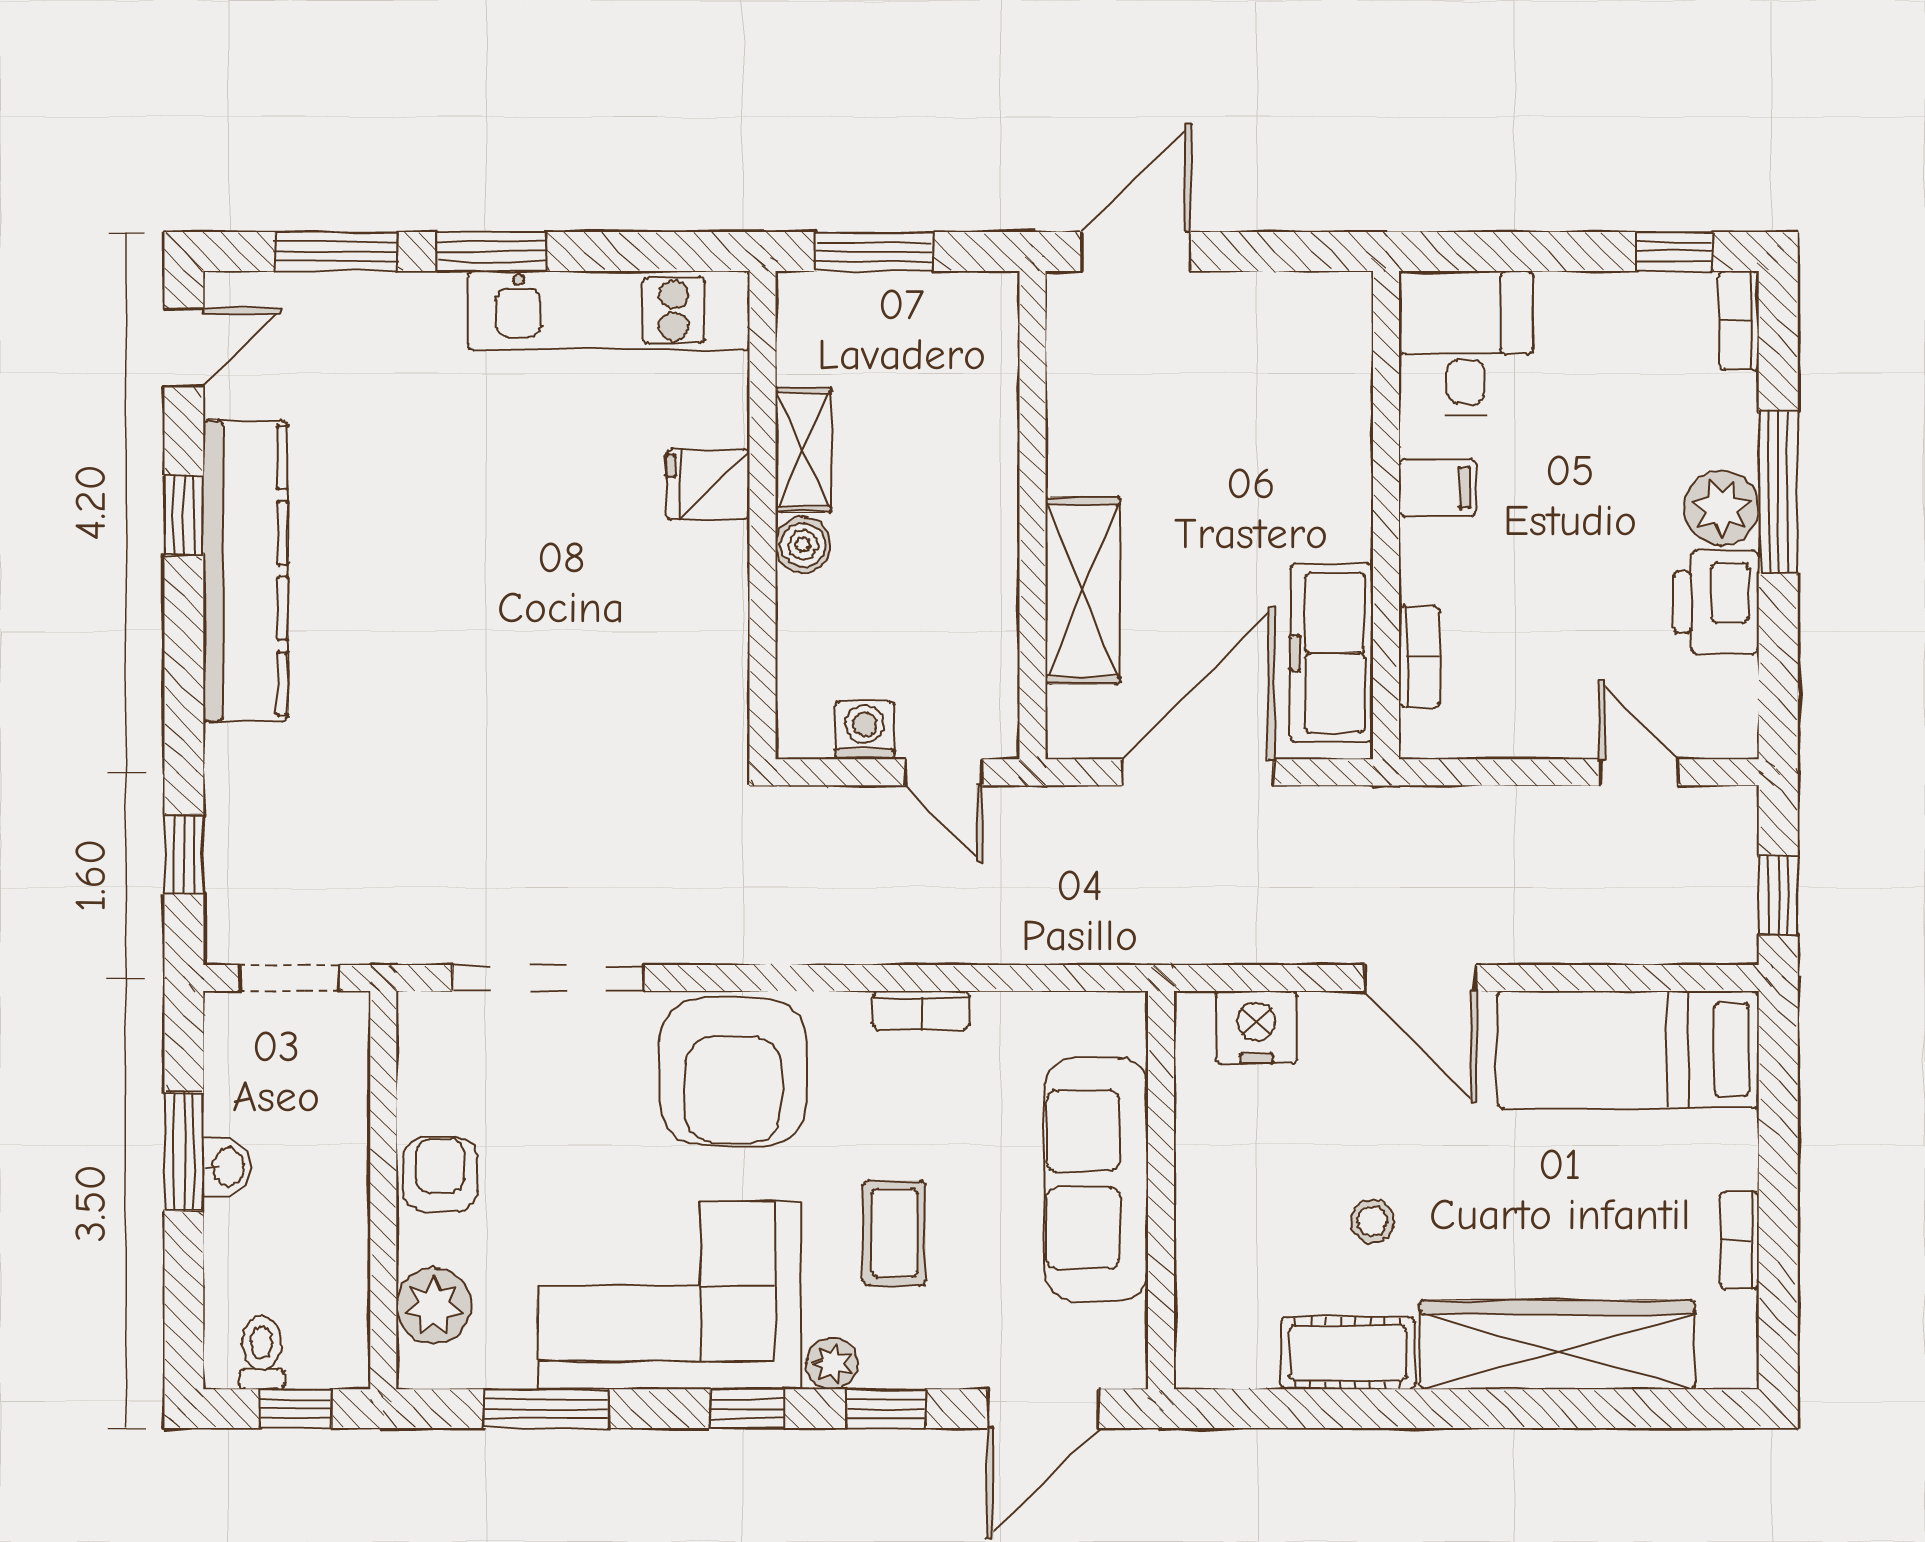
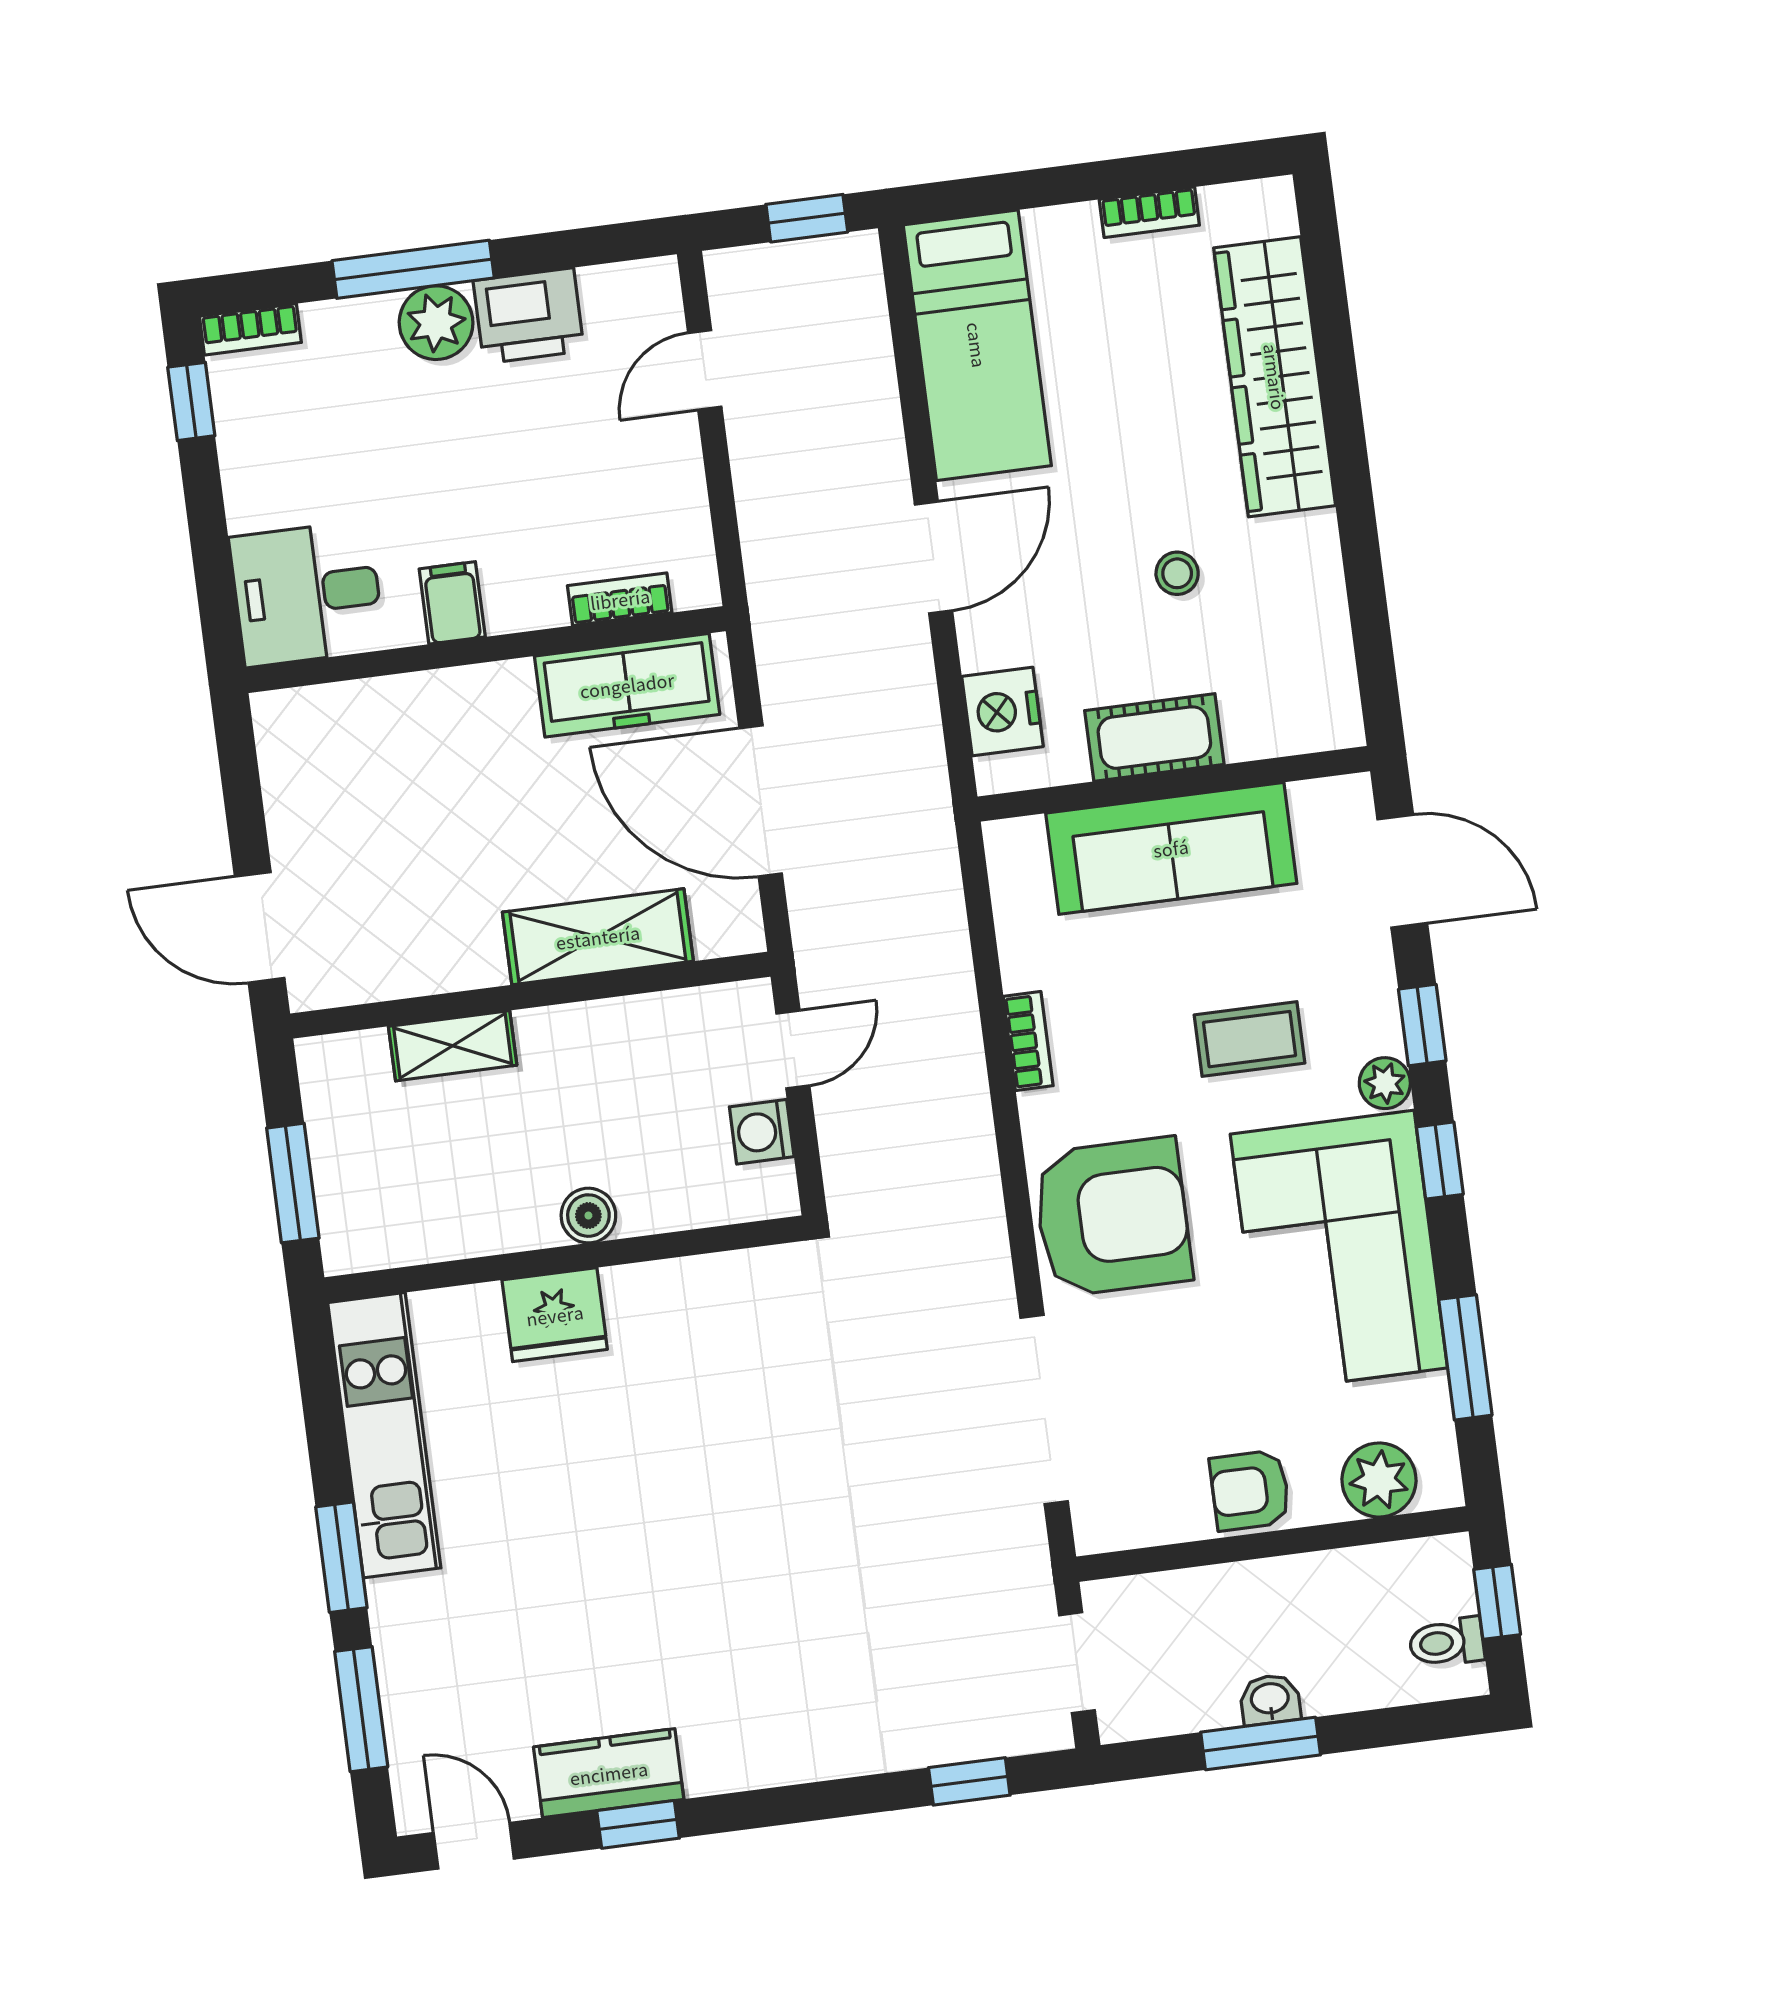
shelving: (803, 450) -> (453, 1046), moved
fridge: (708, 484) -> (555, 1315), width x1.38
kitchen counter: (245, 571) -> (609, 1773), width x0.48, depth x0.86
cot: (1348, 1353) -> (1154, 738), moved, turned 90

